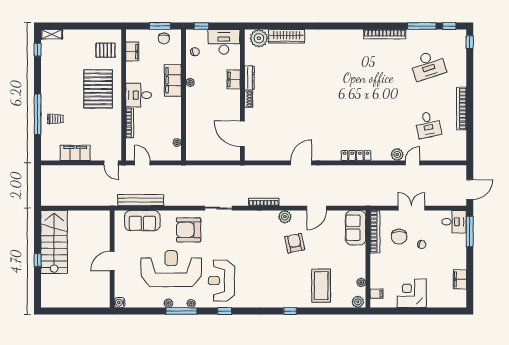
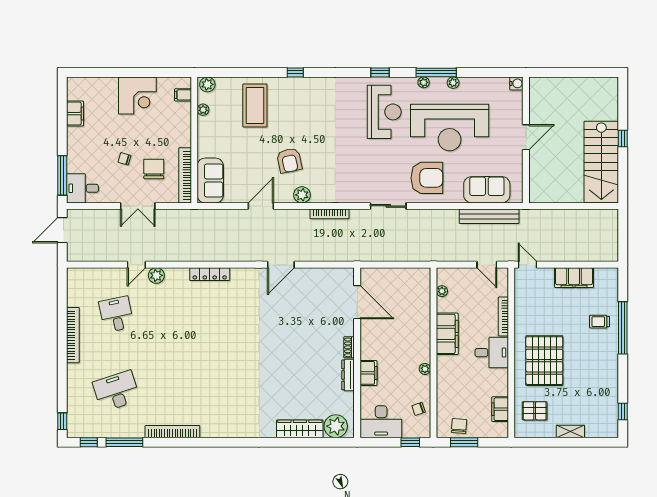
shelving: (52, 34) -> (570, 431), moved
filing cabinet: (173, 80) -> (447, 334), moved

